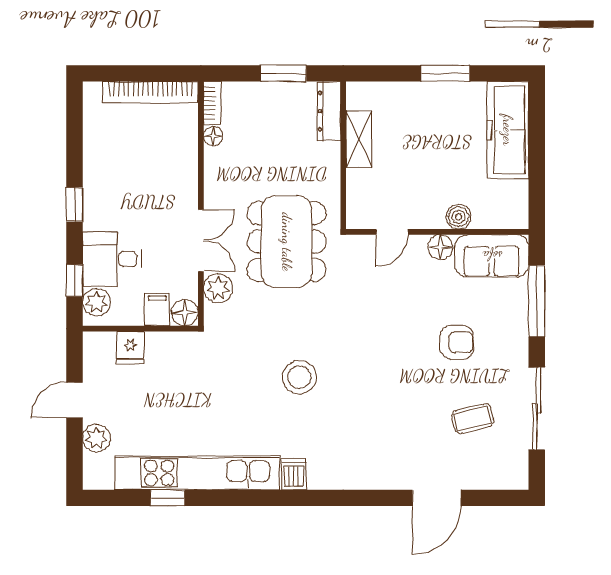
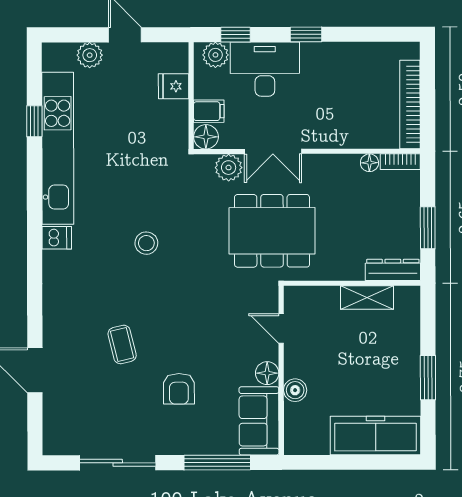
desk: (112, 259) -> (265, 69), width x1.37
stool: (300, 377) -> (146, 243), width x0.73, depth x0.73
coffee table: (473, 419) -> (122, 344), moved

